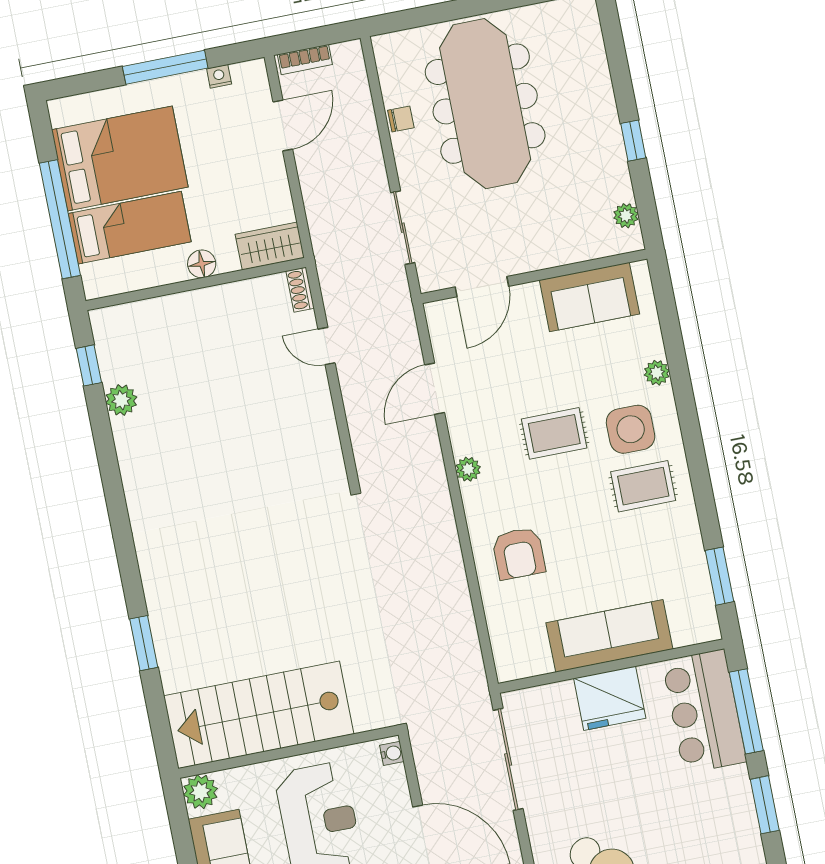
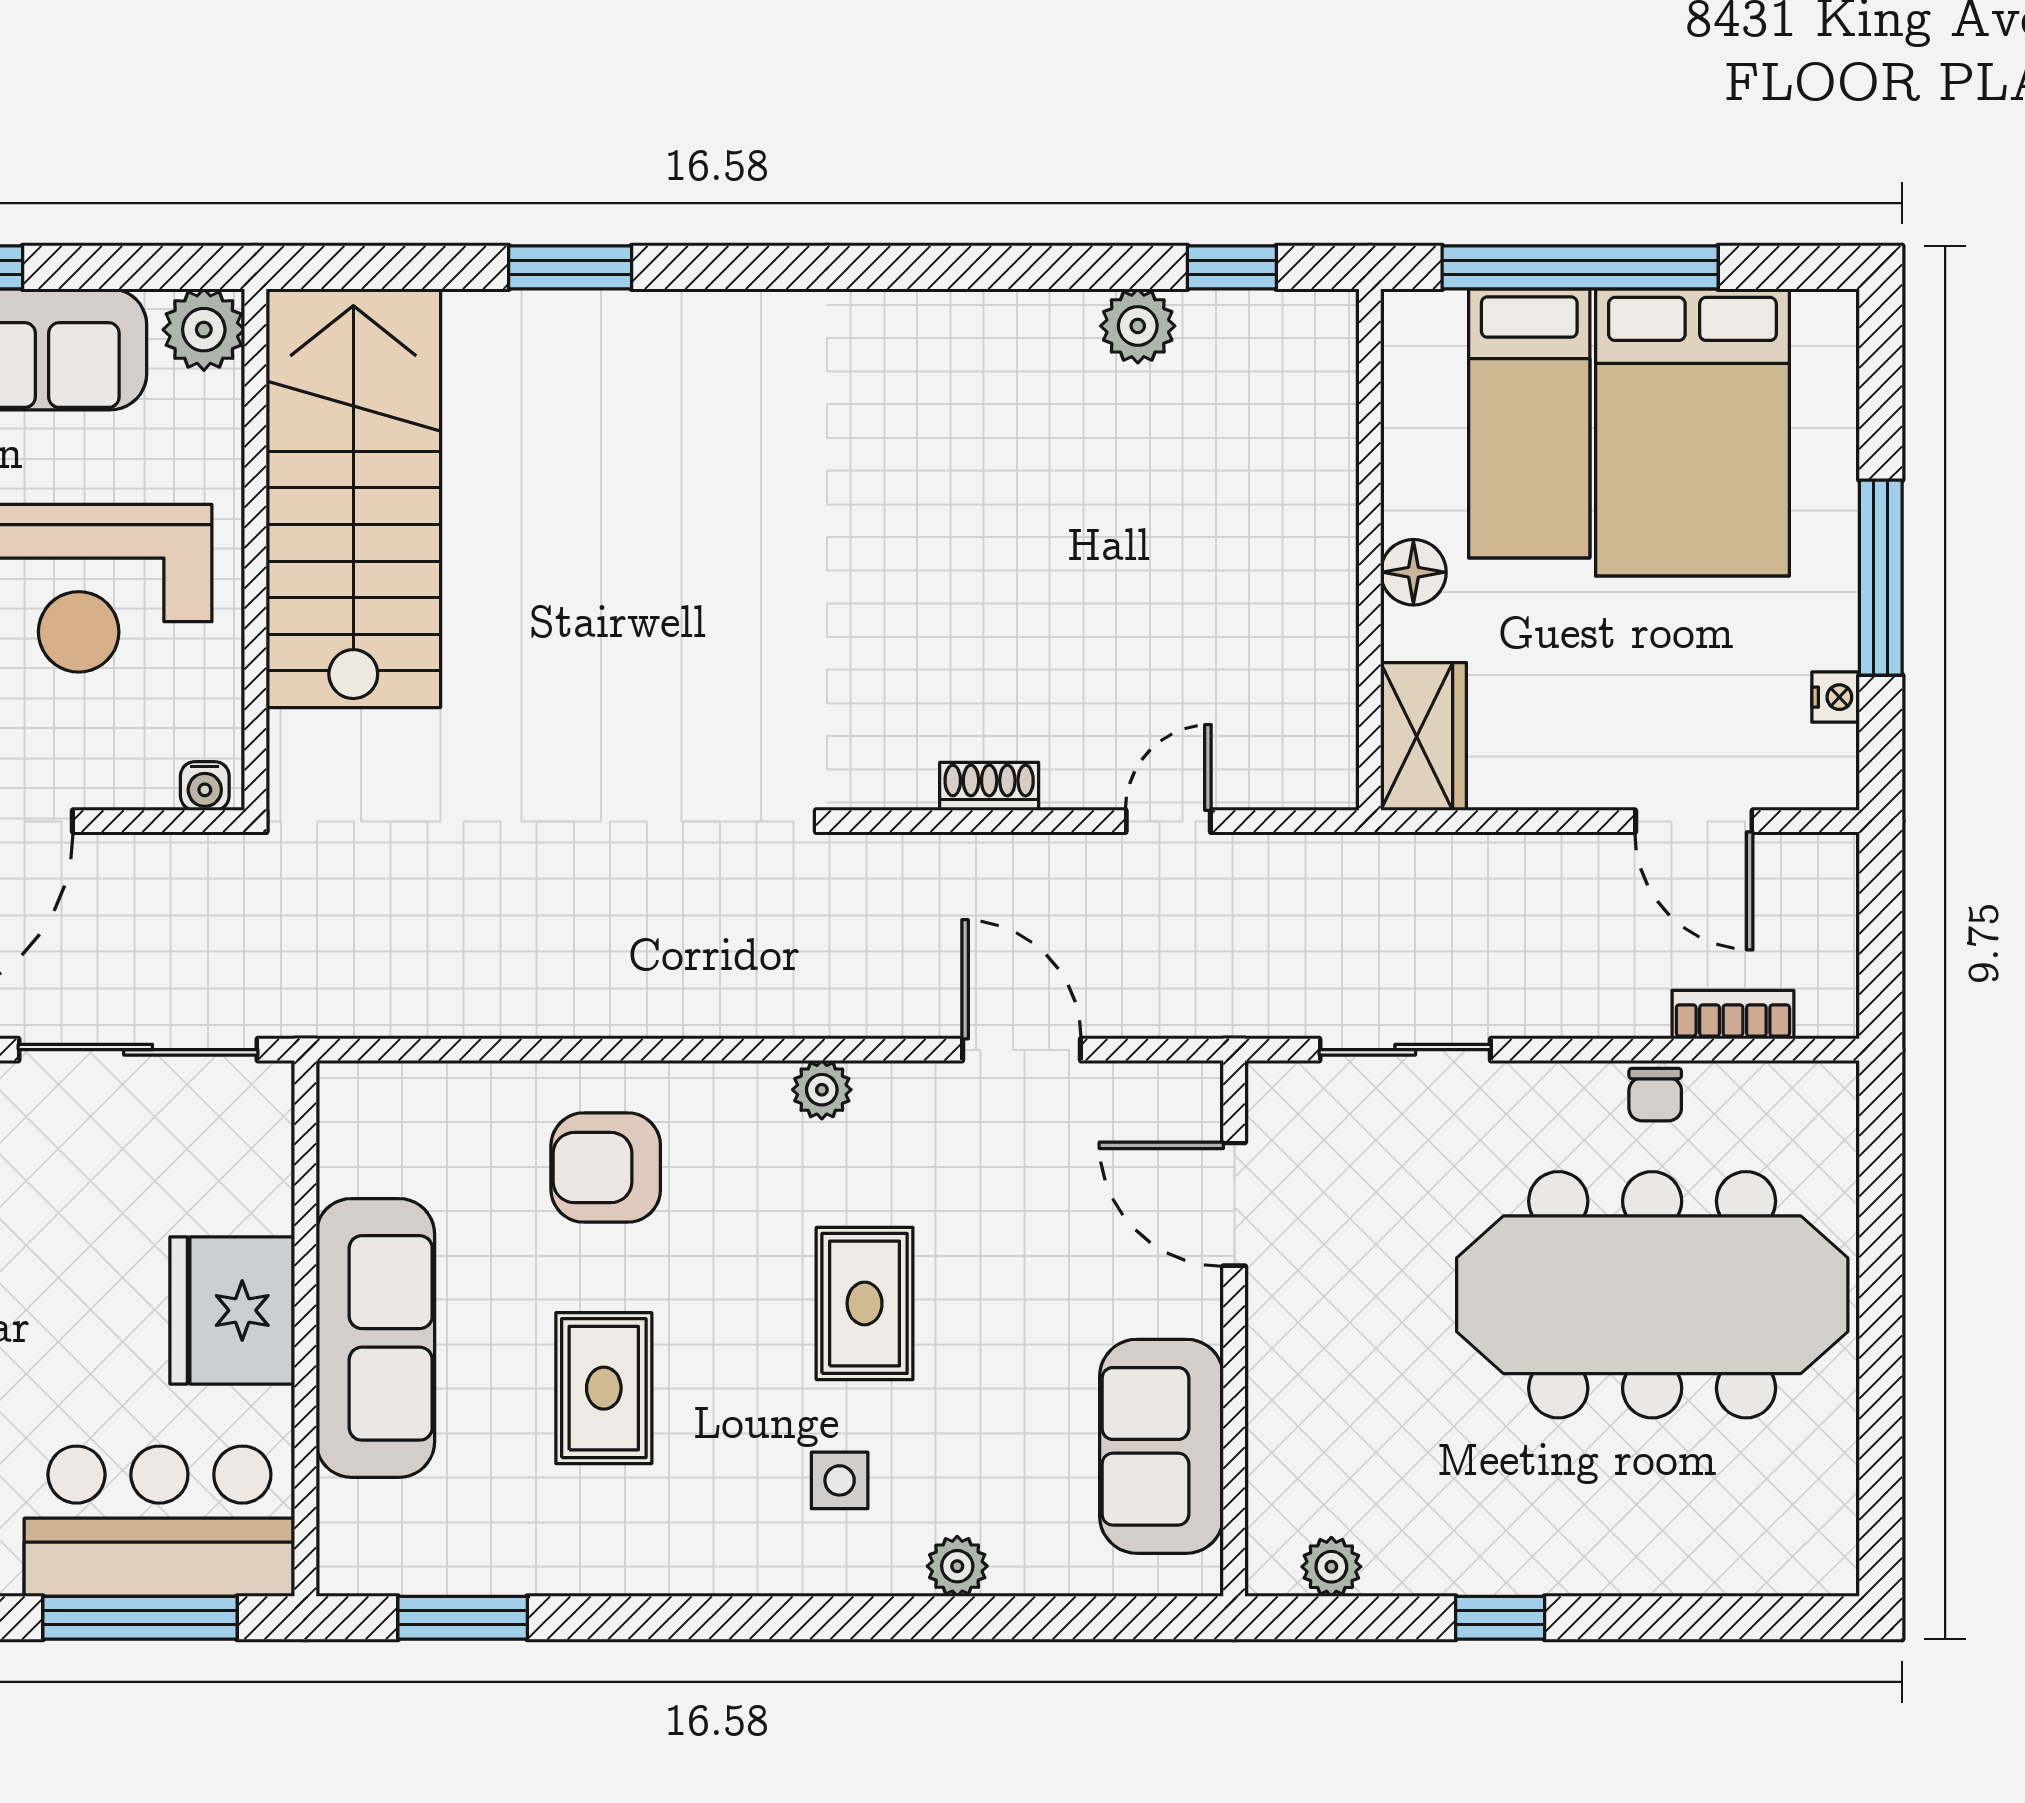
bookcase: (305, 60) -> (1733, 1015), moved, turned 90
shoe rack: (300, 290) -> (989, 786), moved
side table: (631, 429) -> (840, 1480), width x0.54, depth x0.54
rug: (643, 486) -> (604, 1388), moved

